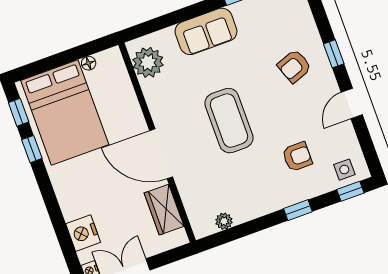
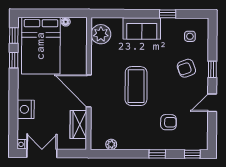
side table: (344, 170) -> (190, 36), moved
nightstand: (83, 233) -> (26, 109), moved

